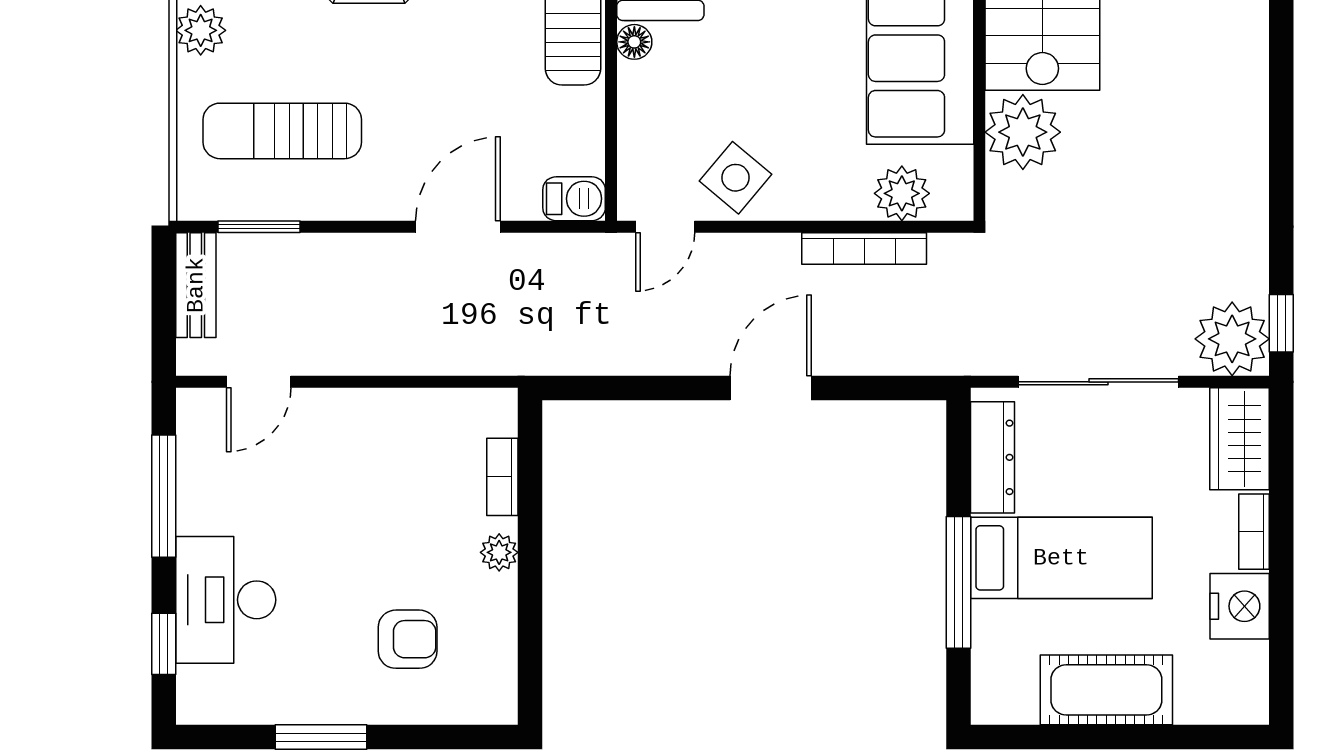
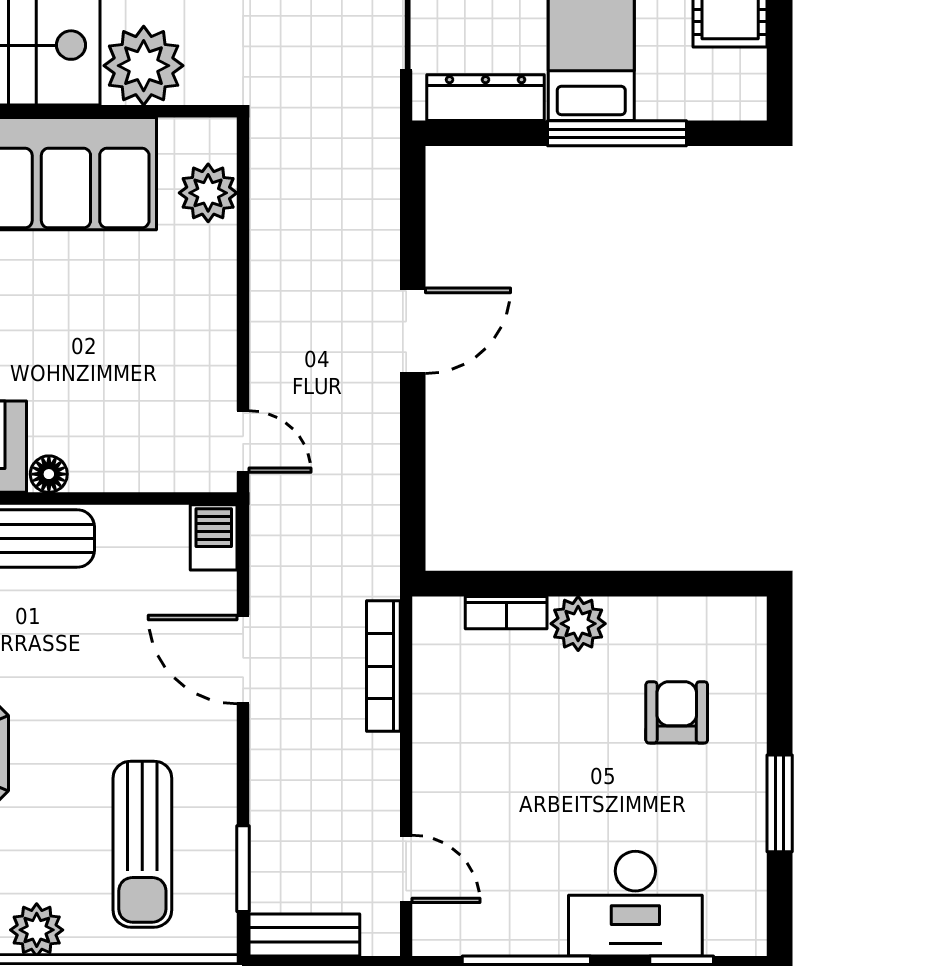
side table: (735, 178) -> (192, 368), removed
bookcase: (864, 248) -> (383, 666), moved, turned 180
door: (771, 388) -> (413, 331), swing flipped
plant: (499, 552) -> (578, 624), width x1.38, depth x1.38

